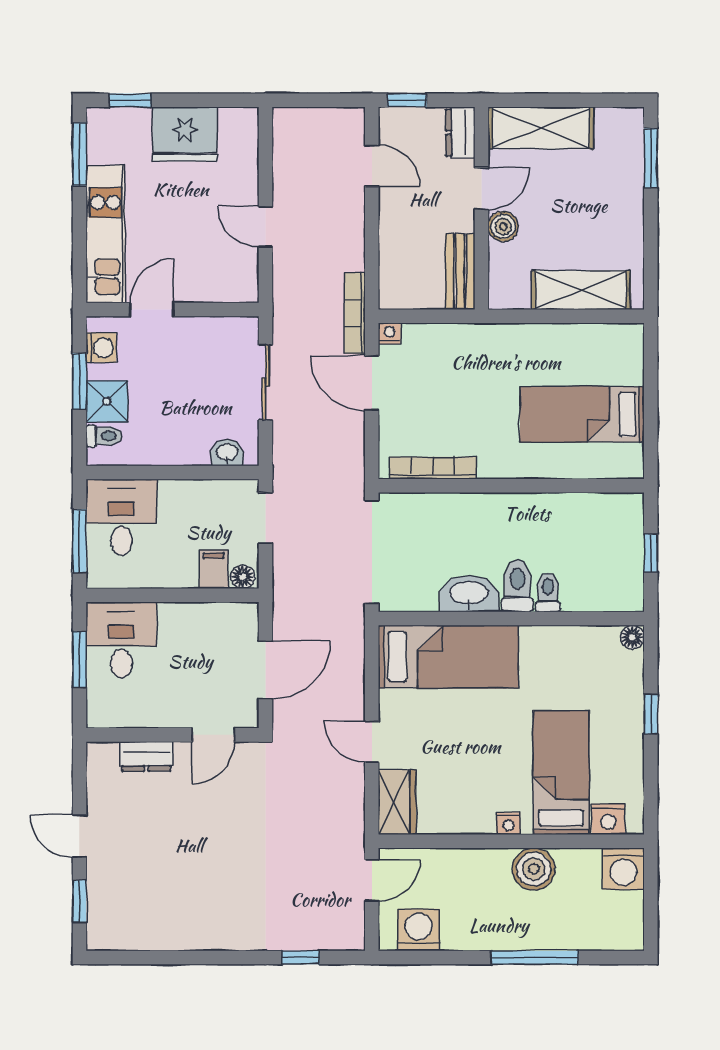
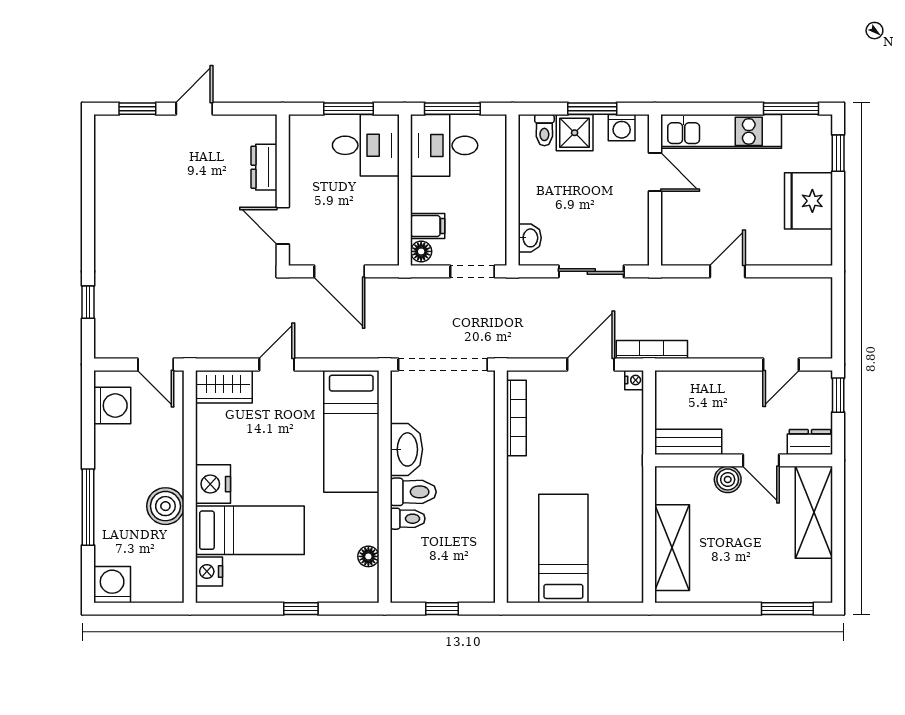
desk: (121, 517) -> (444, 145), moved, turned 180
floor lamp: (632, 637) -> (368, 556), moved
nightstand: (508, 823) -> (213, 484), width x1.89, depth x1.79
washing machine: (623, 869) -> (112, 585), moved, turned 90

